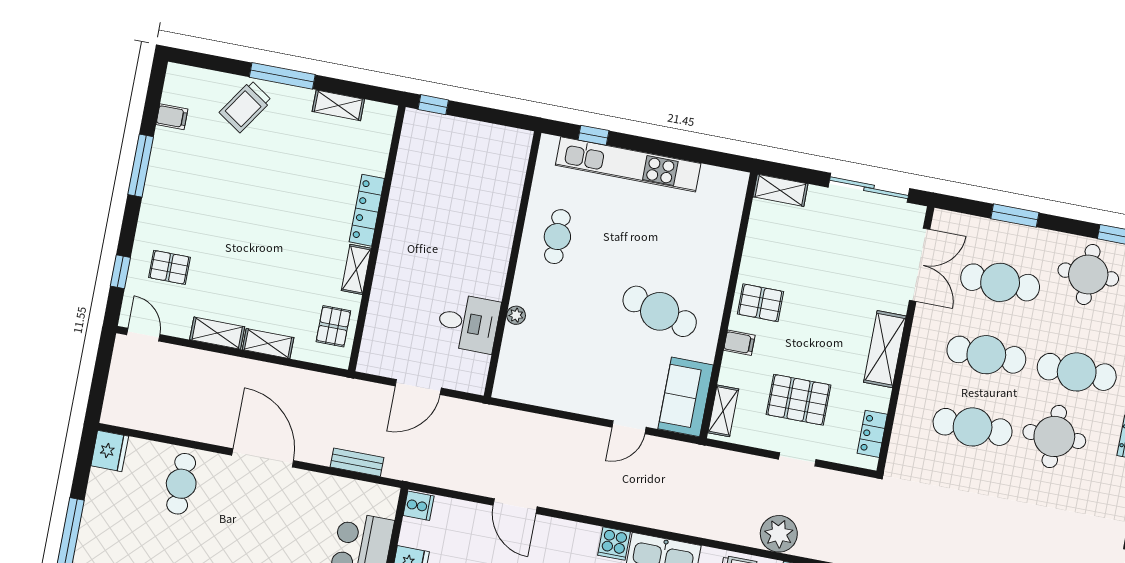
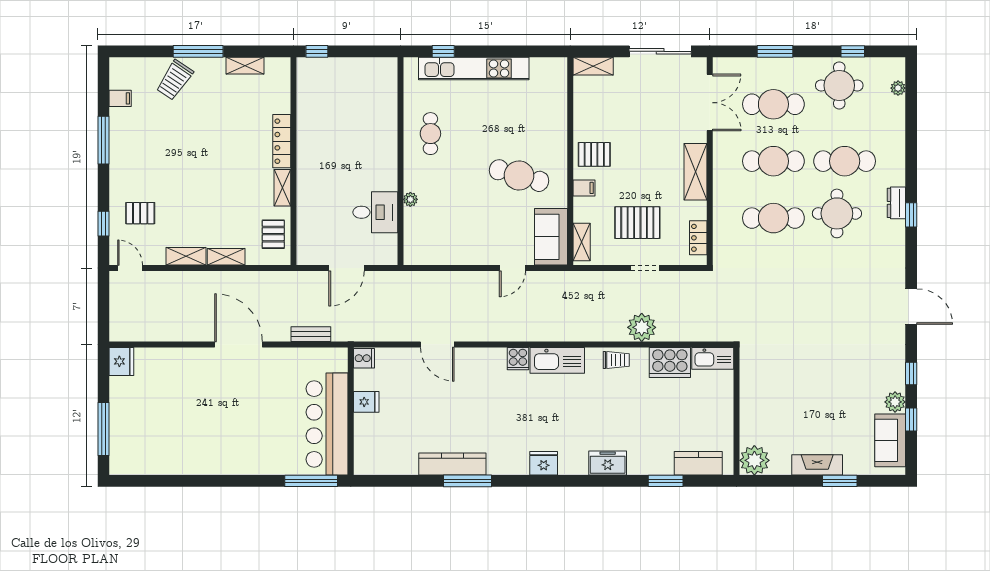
cafe table: (181, 484) -> (180, 376), removed

